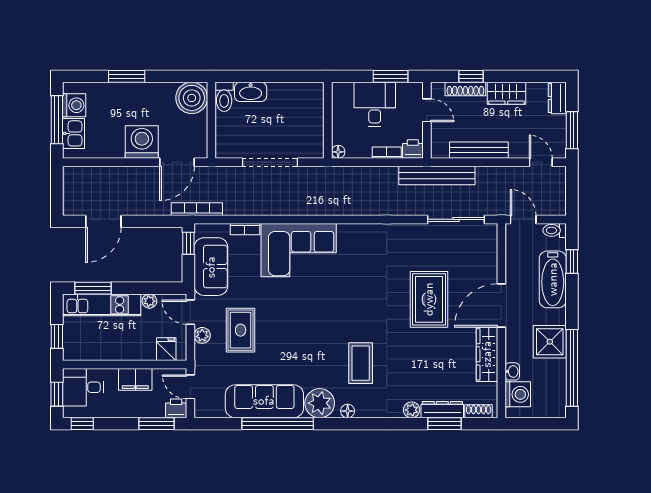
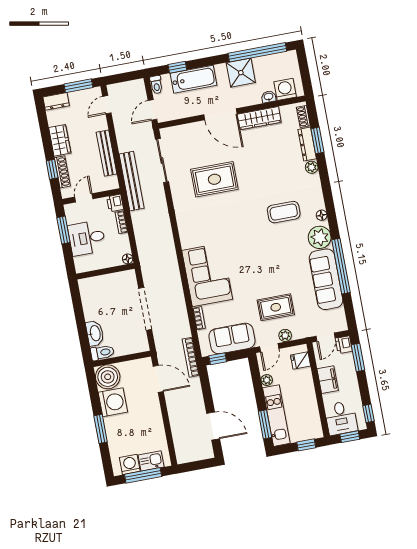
washing machine: (142, 142) -> (113, 402), moved, turned 180
rug: (429, 299) -> (214, 179), moved

